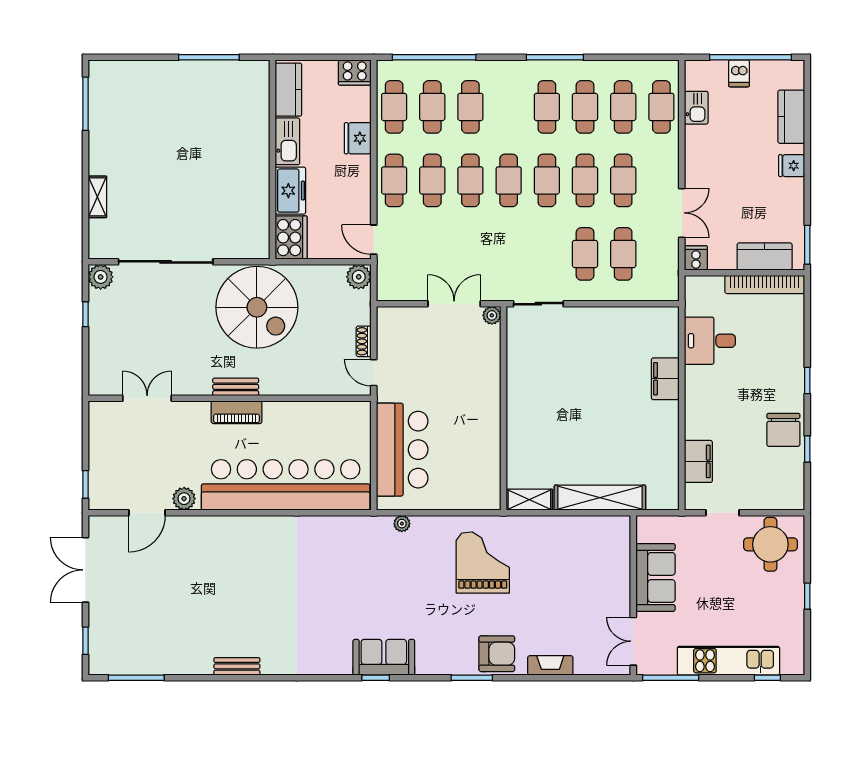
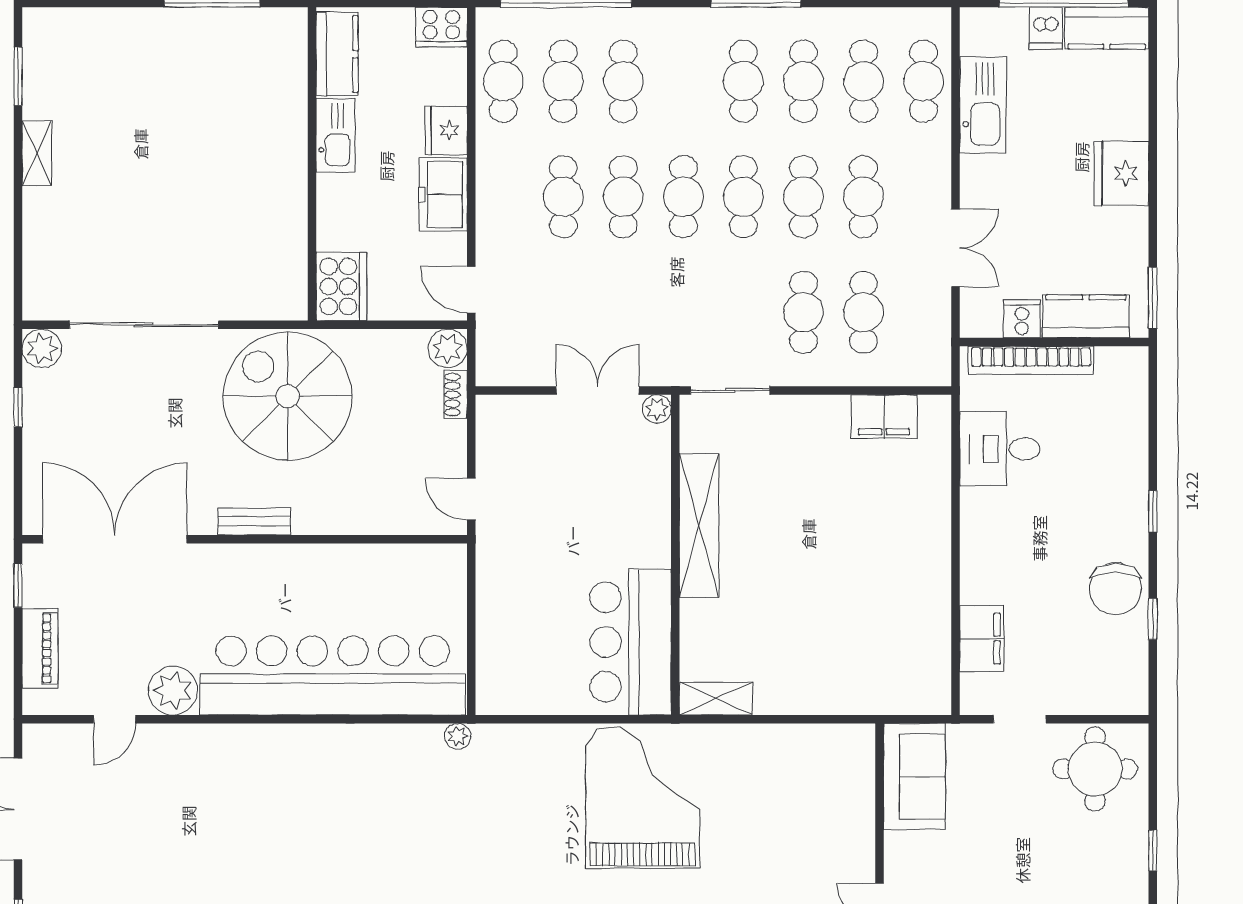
window: (85, 104) -> (18, 76), width x0.69
kitchen sink: (696, 108) -> (983, 105), width x1.87, depth x1.24
kitchen counter: (791, 117) -> (1107, 28), moved, turned -90
fridge: (792, 166) -> (1121, 173), width x1.88, depth x1.34
cafe table: (394, 180) -> (503, 197), removed
freezer: (290, 191) -> (443, 195), moved, turned 180
shelving: (97, 197) -> (37, 153), moved
cooker: (696, 258) -> (1022, 319), moved
bookcase: (765, 285) -> (1031, 360), moved
spiral stairs: (257, 307) -> (287, 396), turned 180
shoe rack: (364, 341) -> (455, 395), moved
filing cabinet: (665, 379) -> (884, 417), moved, turned -90
double door: (147, 398) -> (115, 539), width x1.87
piano: (237, 412) -> (40, 649), moved, turned -90
bar counter: (402, 450) -> (631, 642), moved, turned 180
window: (85, 484) -> (18, 586), moved
shelving: (600, 498) -> (699, 526), moved, turned 90
plant: (184, 499) -> (173, 691), width x1.36, depth x1.36
door: (147, 513) -> (115, 719), width x0.73
plant: (402, 524) -> (458, 736), moved
grand piano: (483, 562) -> (643, 797), width x1.37, depth x1.48
sofa: (656, 577) -> (914, 777), moved

